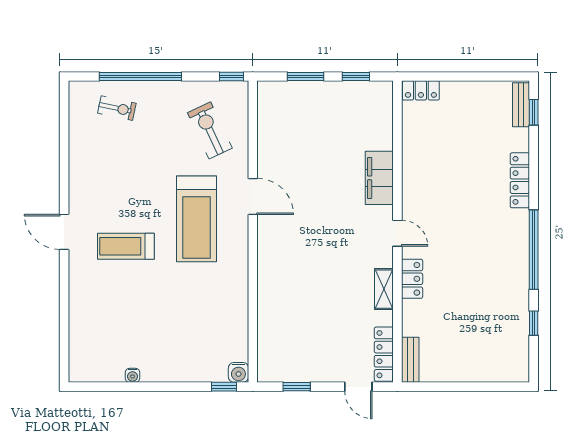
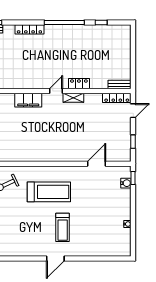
door: (253, 196) -> (97, 164), moved
shelving: (384, 289) -> (73, 98), moved
water cooler: (238, 372) -> (126, 183), moved

